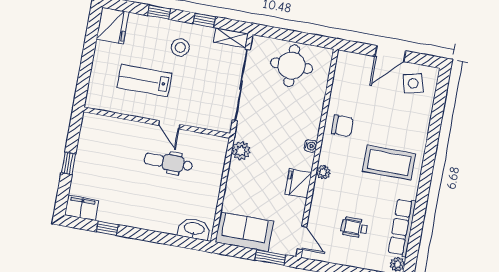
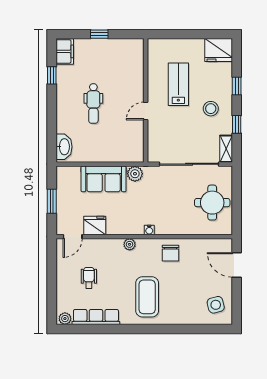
door: (390, 54) -> (237, 265), moved
dental chair: (168, 162) -> (93, 103), moved, turned 180
fridge: (298, 183) -> (95, 226), moved
sofa: (244, 232) -> (104, 179), moved, turned 90
window: (270, 258) -> (52, 201), moved

